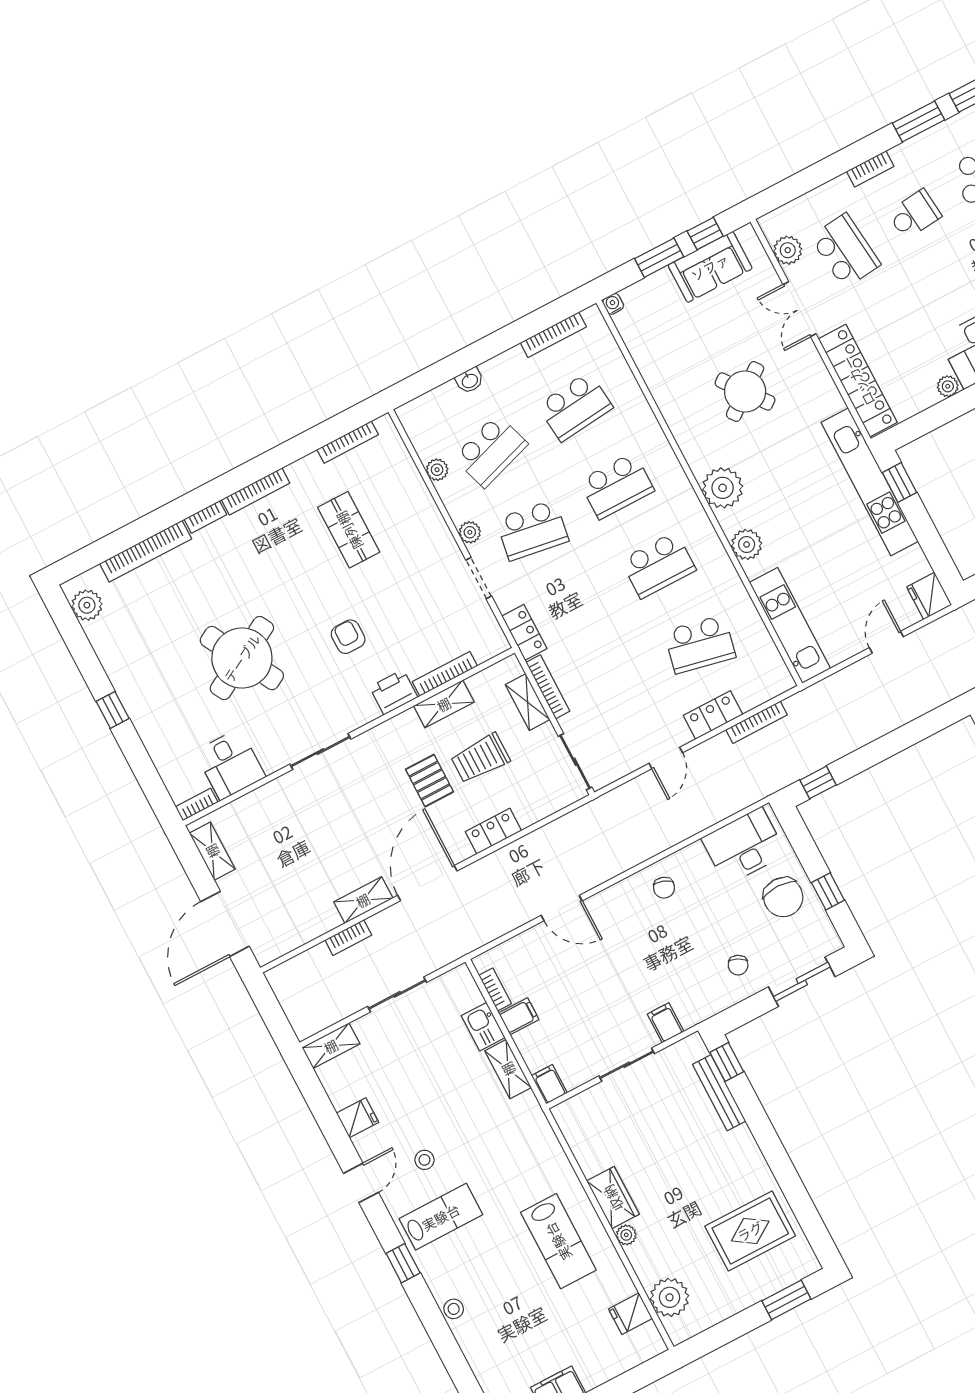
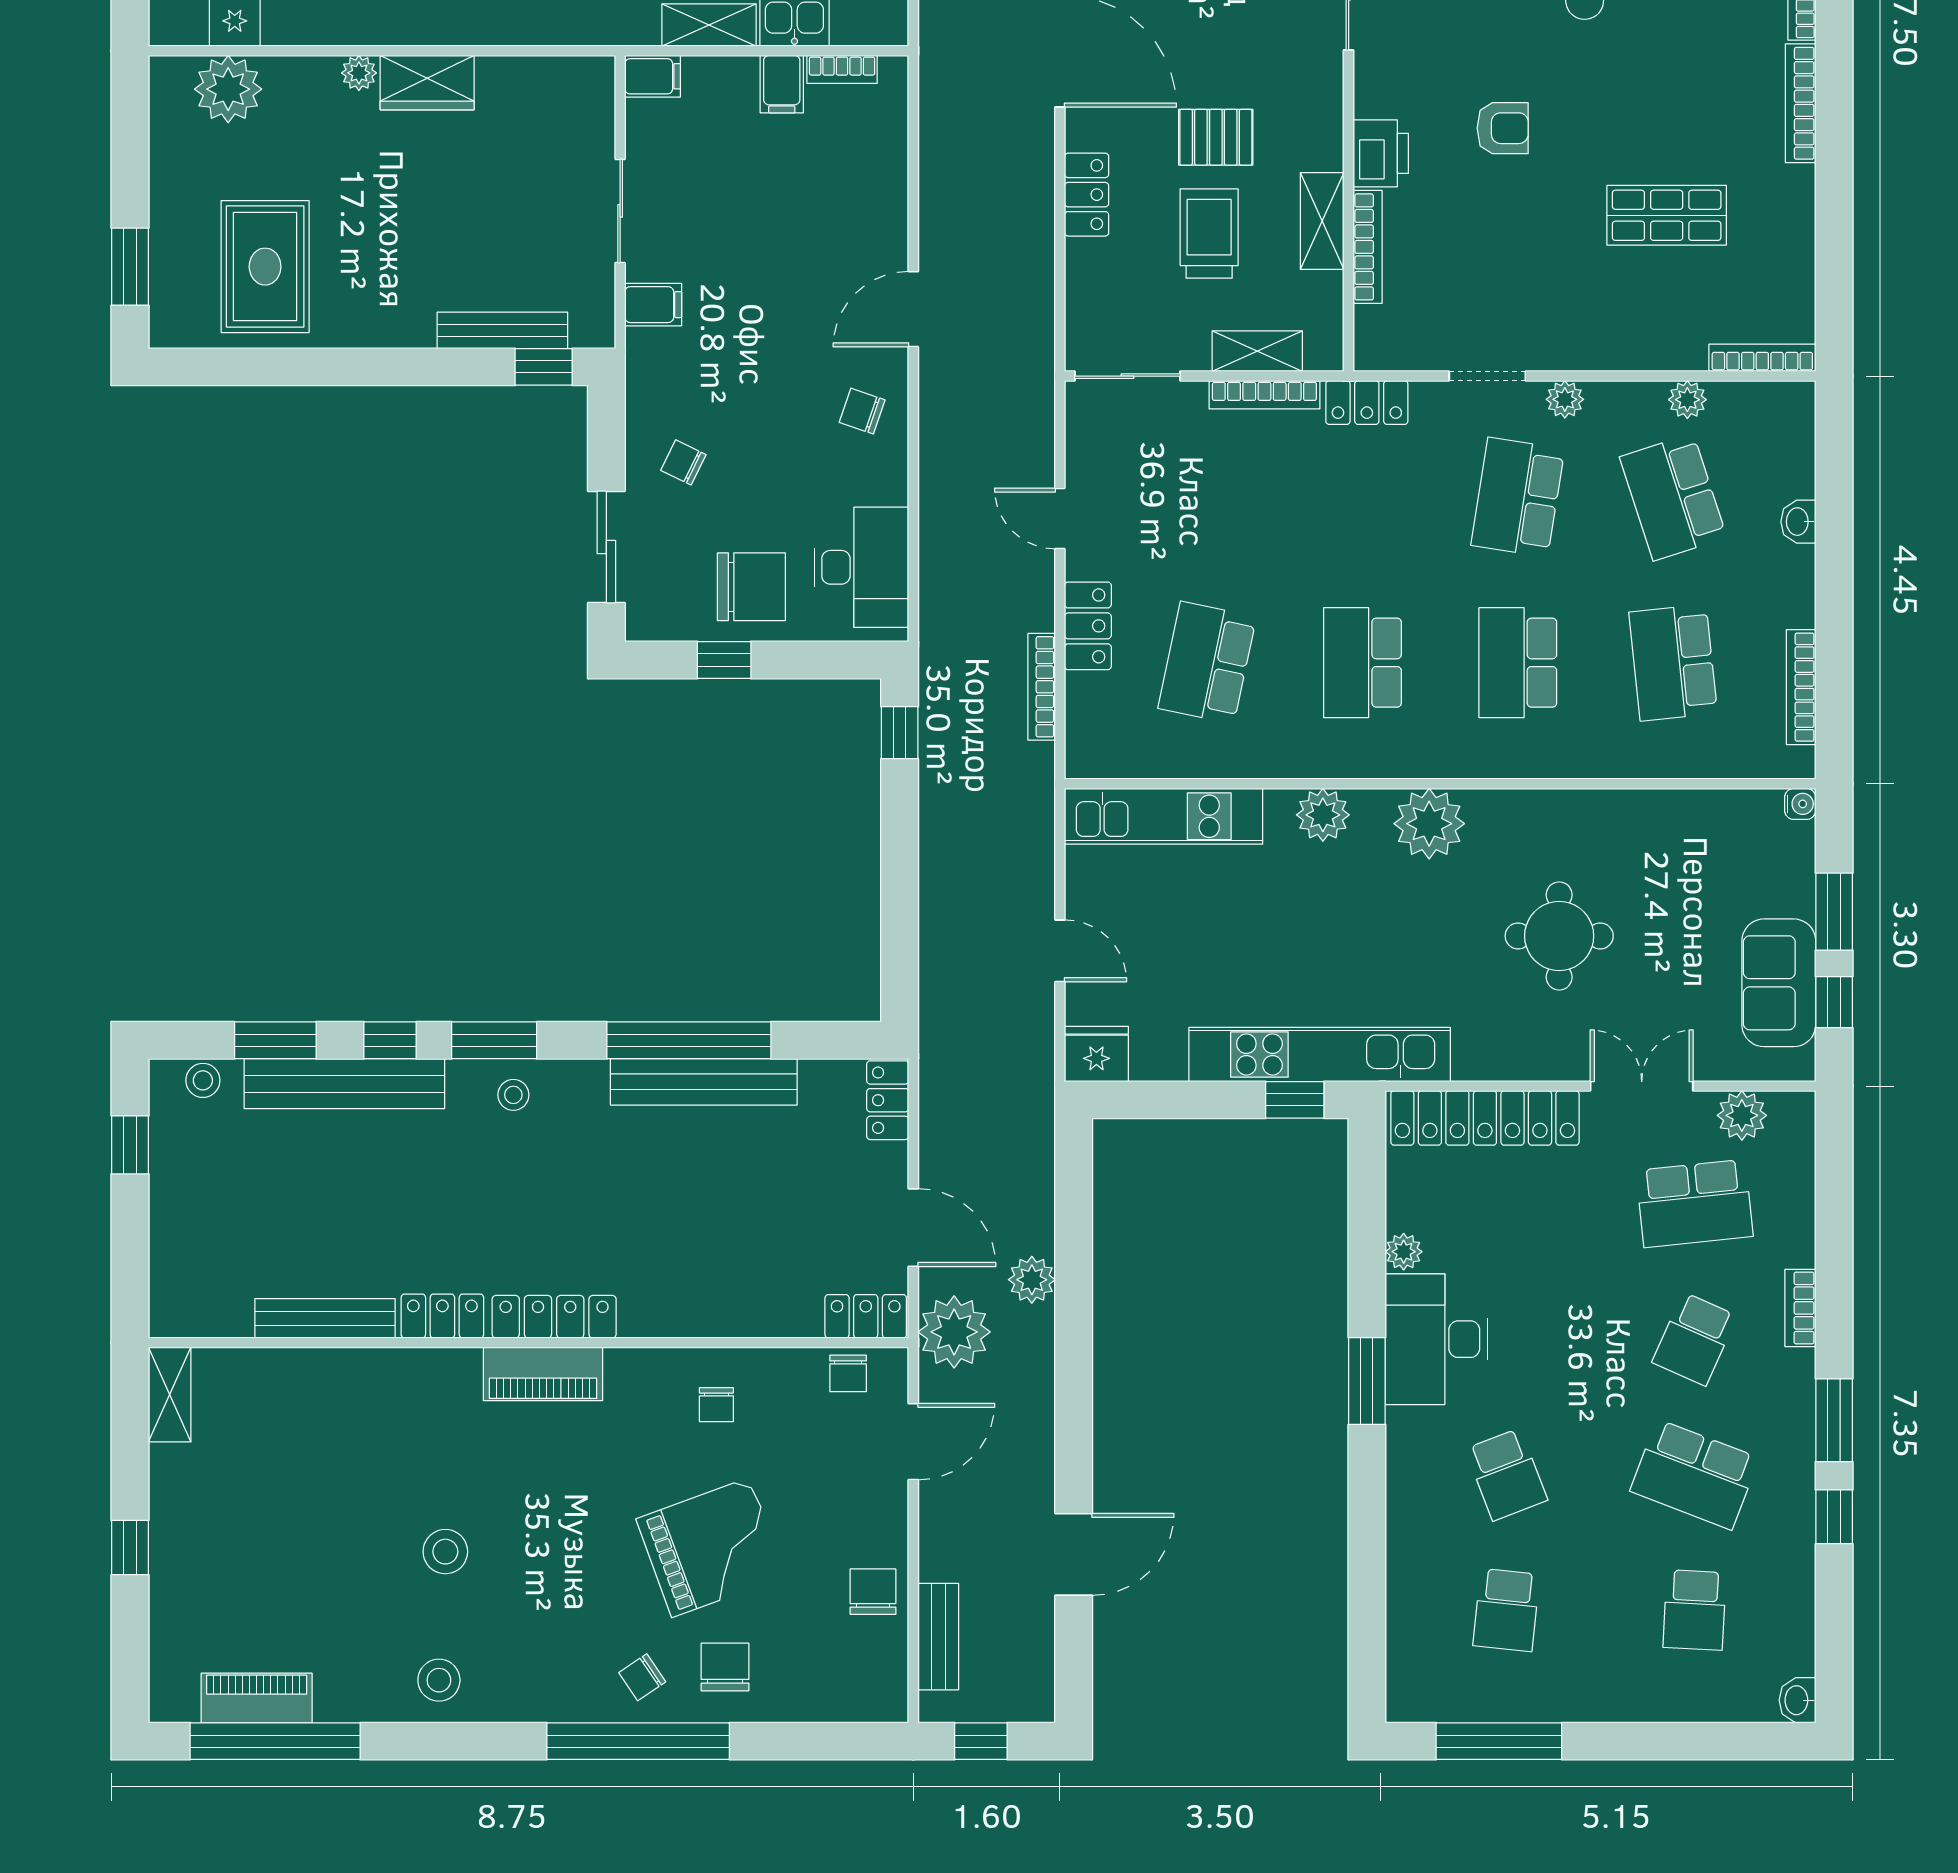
school desk: (914, 214) -> (1695, 1339), turned 30
round table: (745, 391) -> (1559, 936), turned 37
bookcase: (348, 442) -> (1762, 358), moved, turned 90
chair: (783, 897) -> (751, 587), turned 180
door: (562, 908) -> (913, 309), moved

